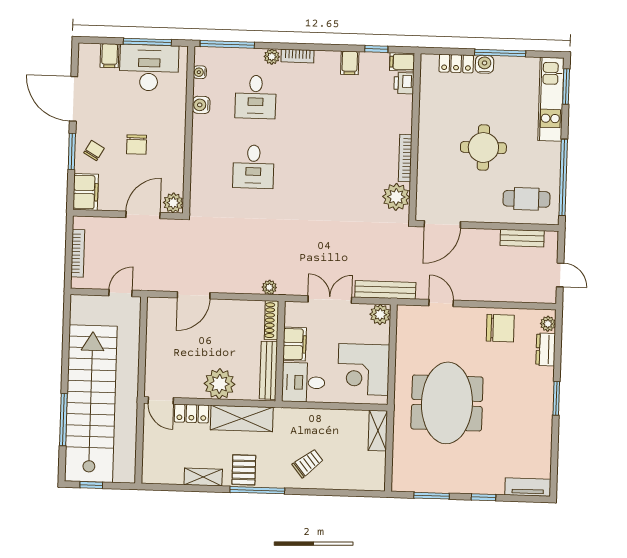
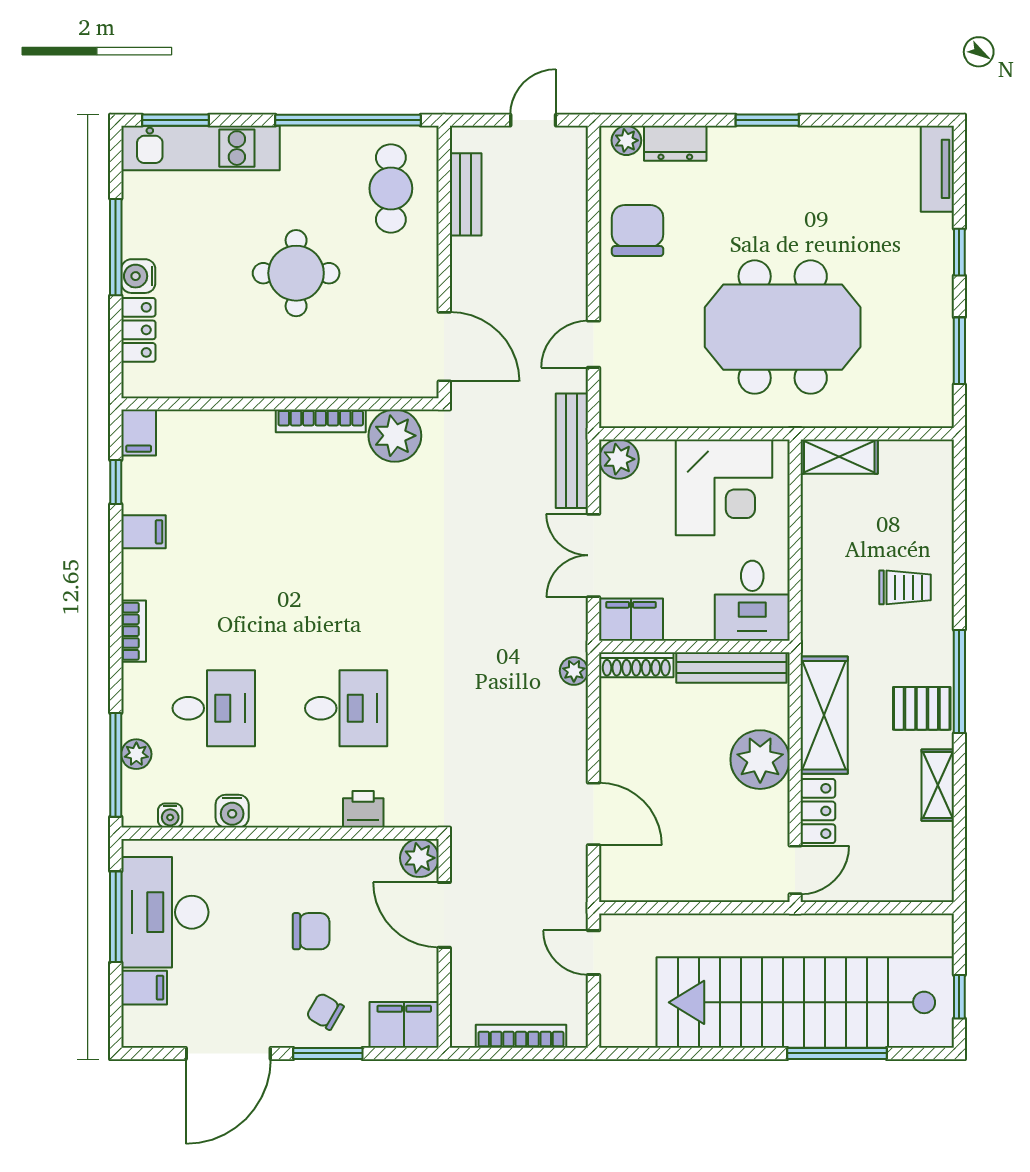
plant: (272, 57) -> (136, 754), moved
printer: (404, 83) -> (363, 809), moved, turned 180
filing cabinet: (295, 344) -> (631, 620), moved
trolley: (308, 463) -> (905, 587), turned 129

